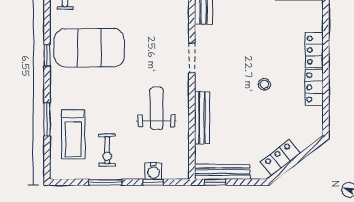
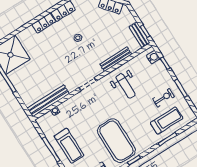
weight bench: (157, 108) -> (126, 86), turned -90
water cooler: (153, 171) -> (153, 57), moved
bench: (222, 172) -> (140, 35), width x0.73

